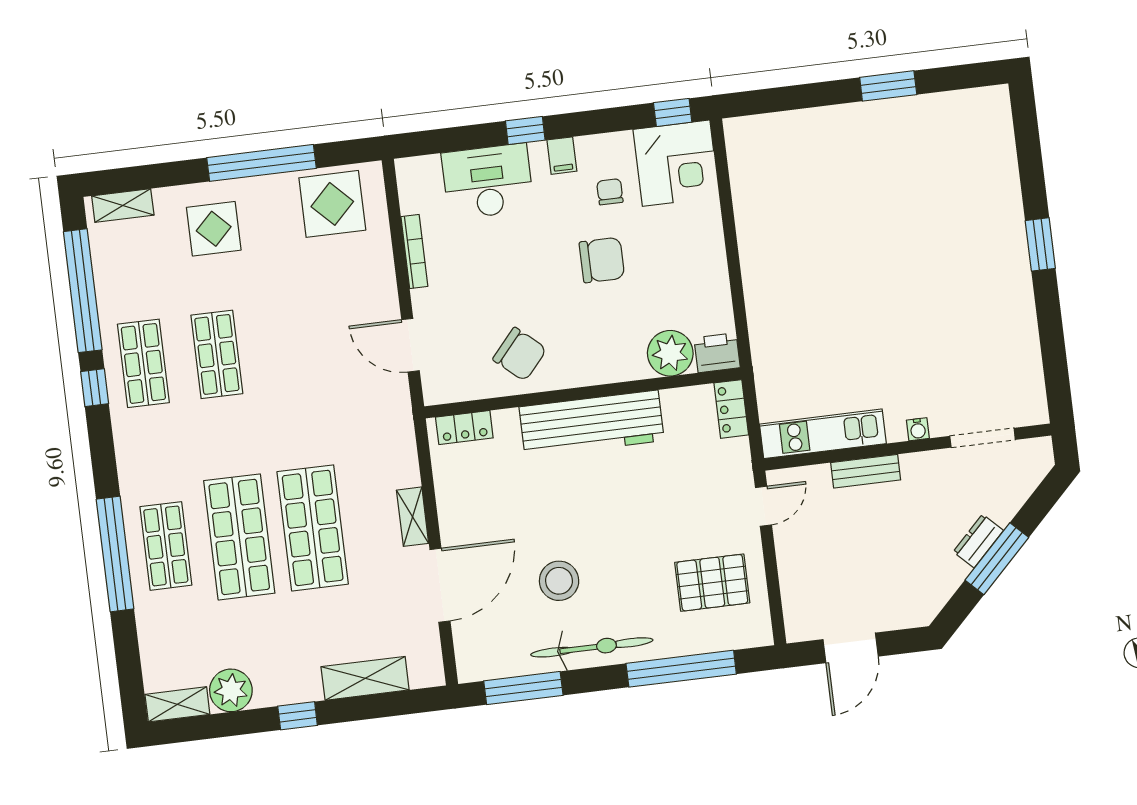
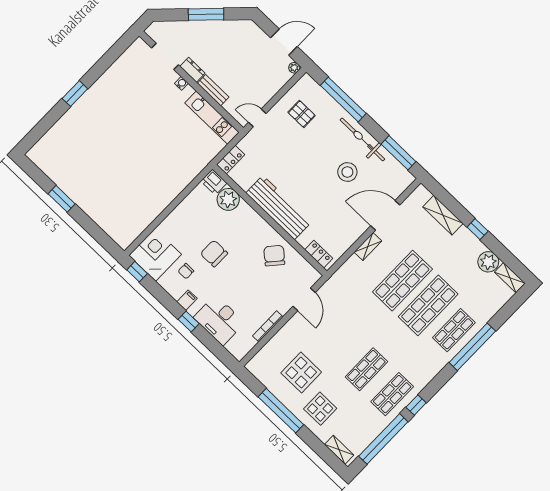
display table: (332, 204) -> (301, 372), moved
dresser: (978, 541) -> (192, 70), moved, turned -135
pallet: (712, 583) -> (302, 114), width x0.67, depth x0.71
plant: (796, 631) -> (294, 68), added

